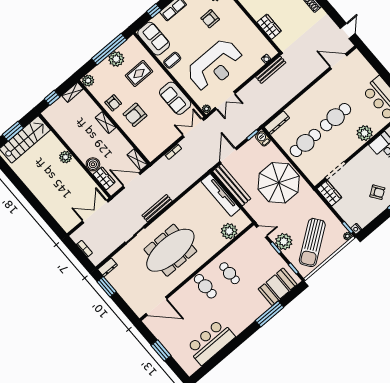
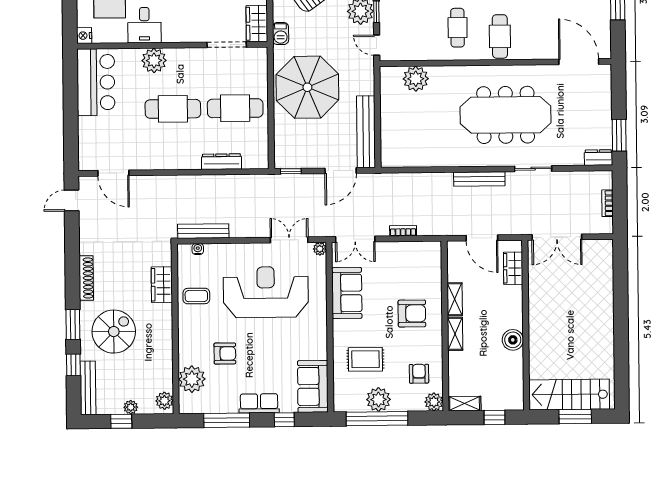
coffee table: (172, 60) -> (196, 296), moved
armchair: (113, 103) -> (419, 374), moved
dresser: (277, 123) -> (221, 162), moved
barbecue: (263, 139) -> (281, 34), moved
plant: (66, 157) -> (538, 333), removed
shelving: (137, 160) -> (455, 299), moved
boiler: (93, 164) -> (513, 340), moved
tv unit: (221, 195) -> (390, 131), removed

